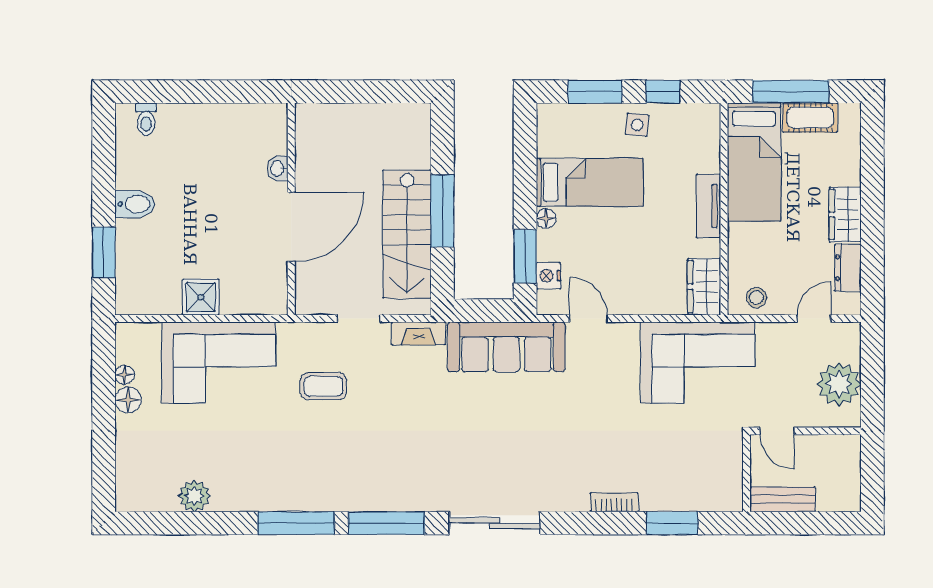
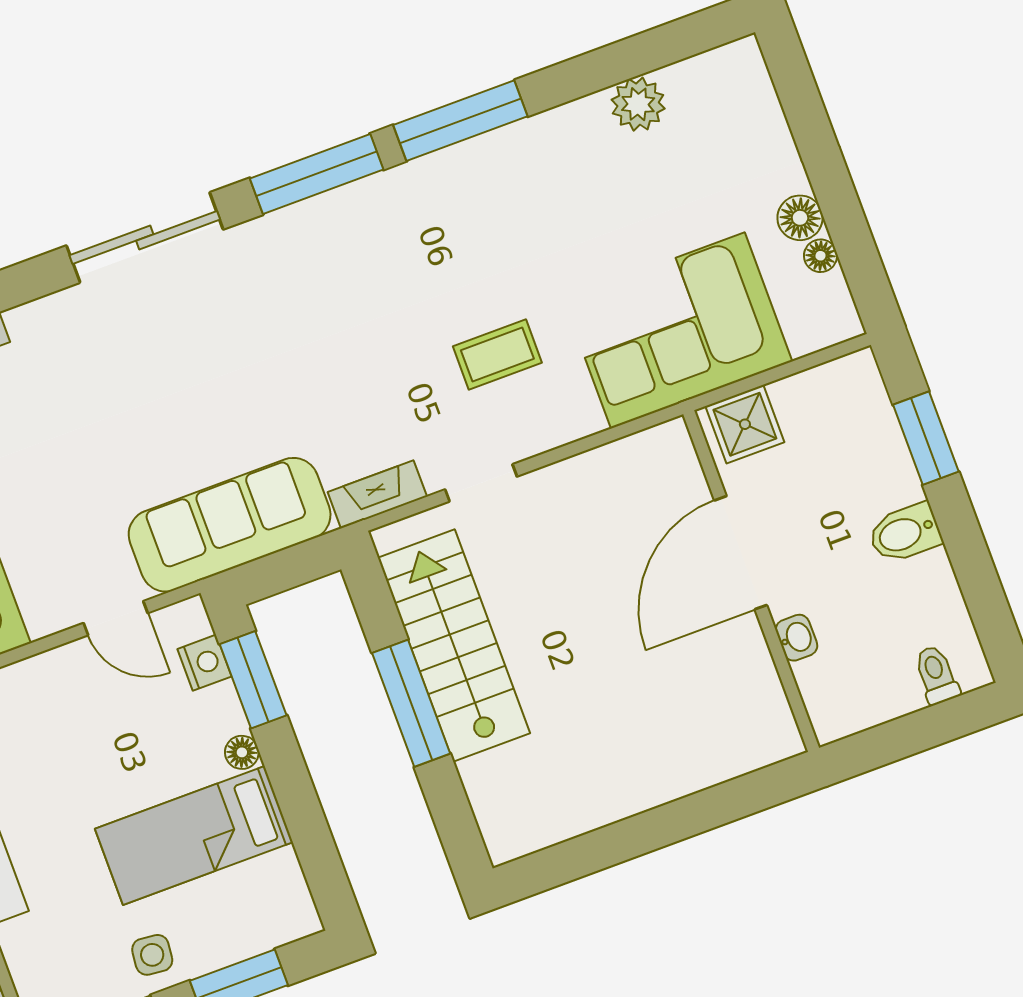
washbasin: (278, 168) -> (797, 638), moved
wall: (291, 209) -> (751, 581), moved
door: (291, 227) -> (741, 553), moved

